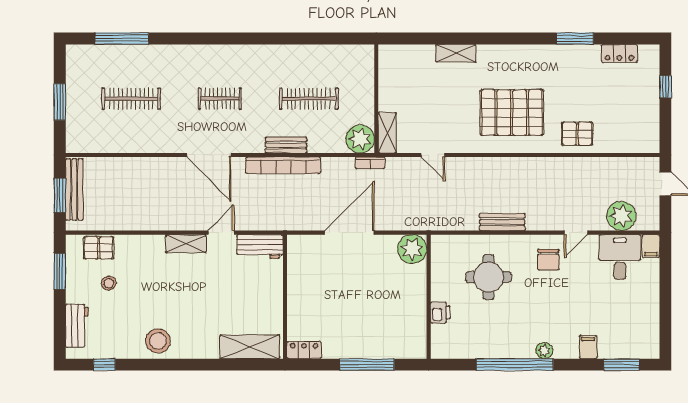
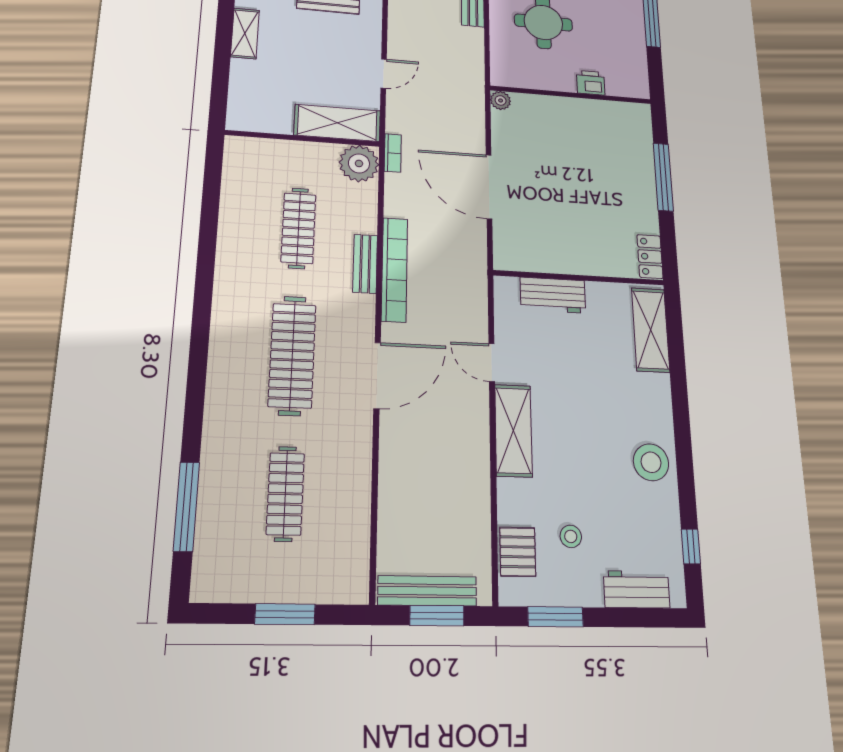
clothes rail: (220, 99) -> (292, 355), width x1.86, depth x1.31
shelving: (387, 133) -> (337, 123), width x1.50, depth x1.33
shelving: (186, 244) -> (513, 430), width x1.50, depth x1.33
workbench: (260, 246) -> (553, 295), moved, turned 90
plant: (412, 249) -> (501, 100), width x0.53, depth x0.53

